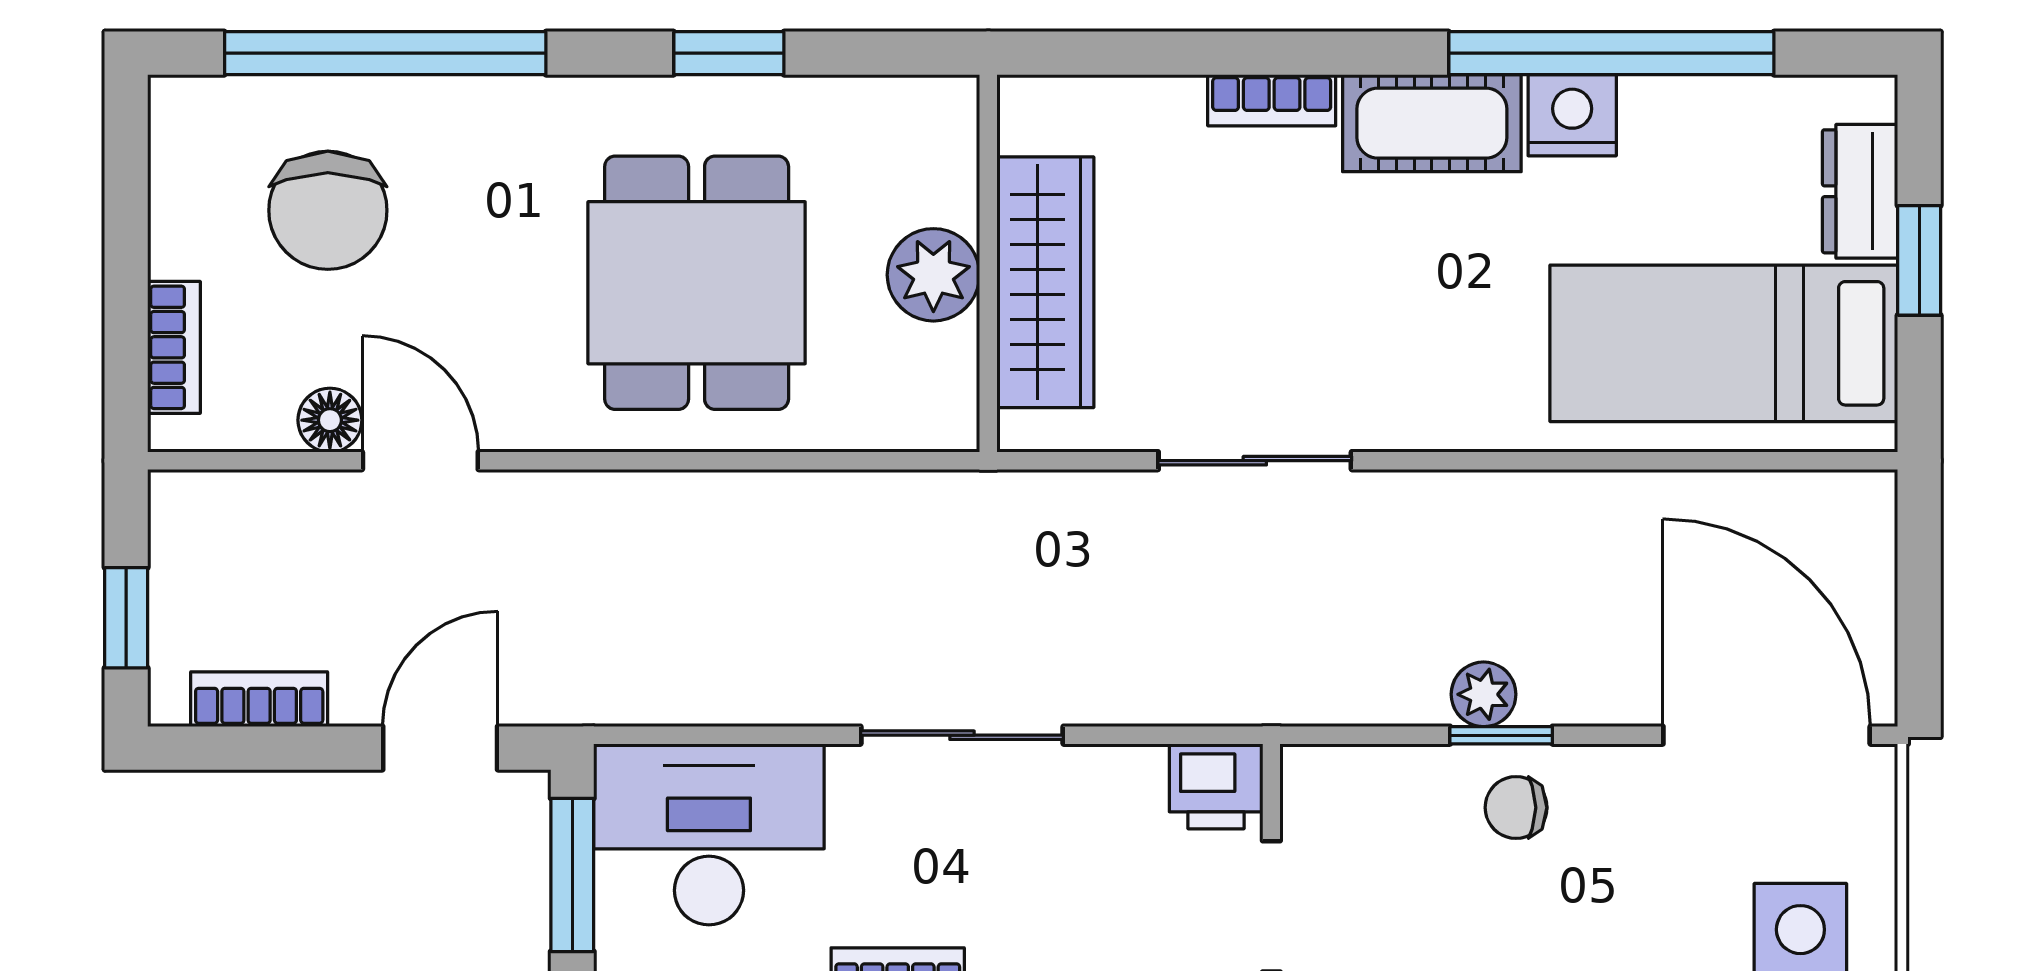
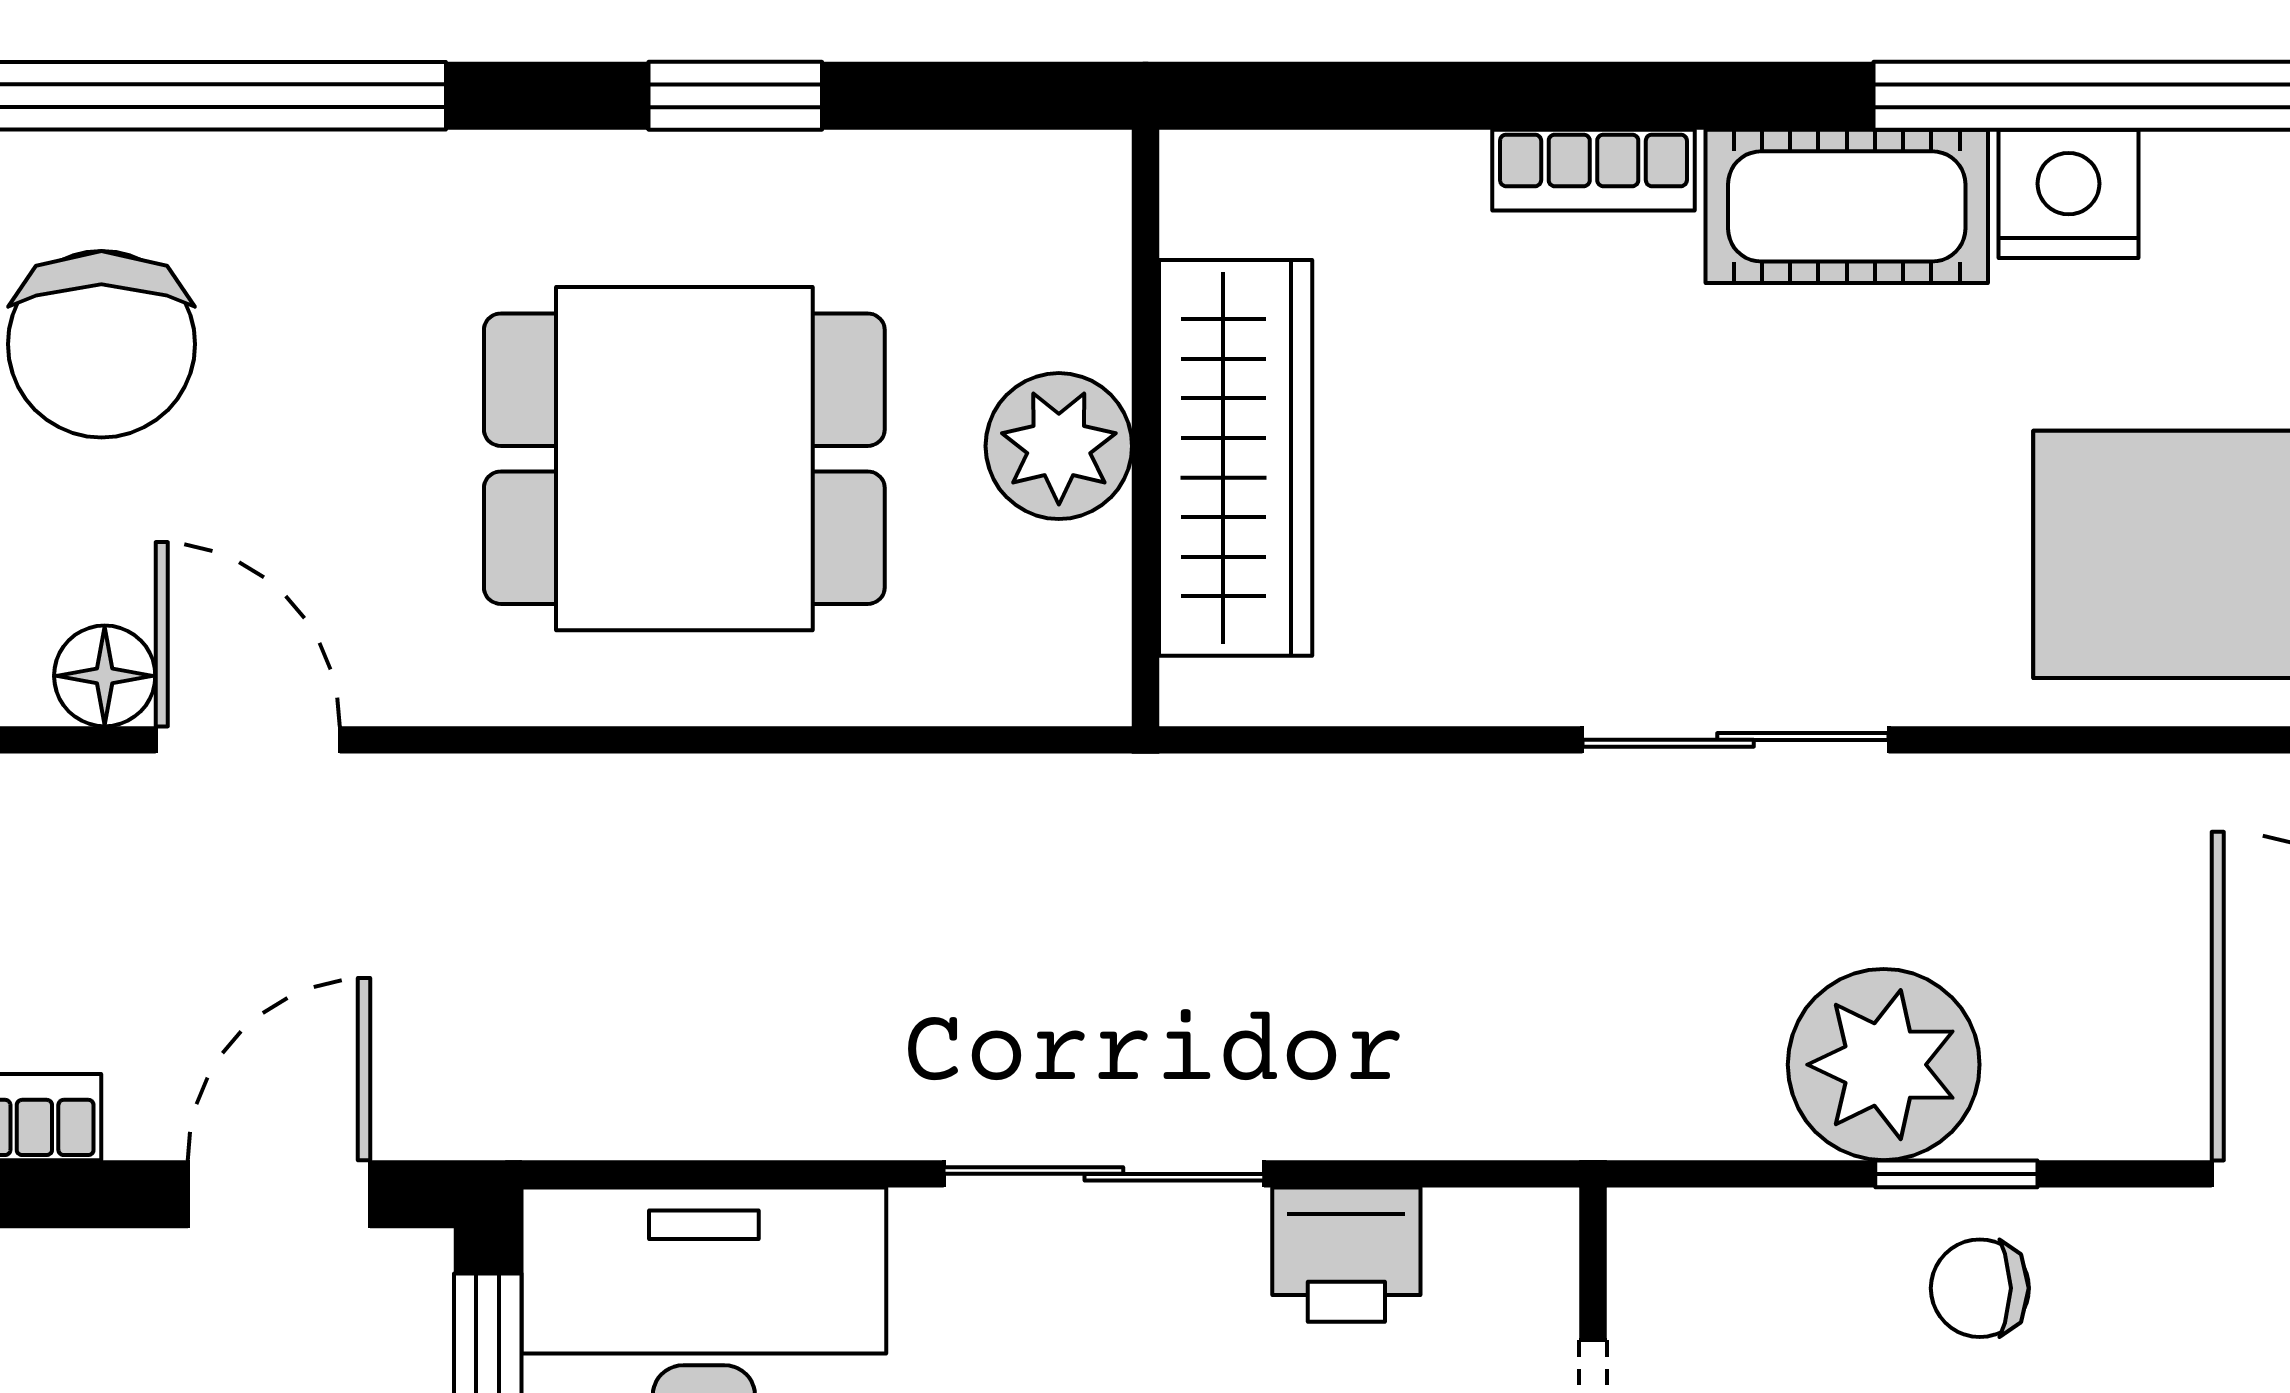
dining table: (697, 283) -> (684, 459), turned 90
sliding door: (1255, 461) -> (1735, 740), moved
plant: (1484, 694) -> (1884, 1065), width x1.88, depth x1.88
printer: (1216, 786) -> (1346, 1255), moved

